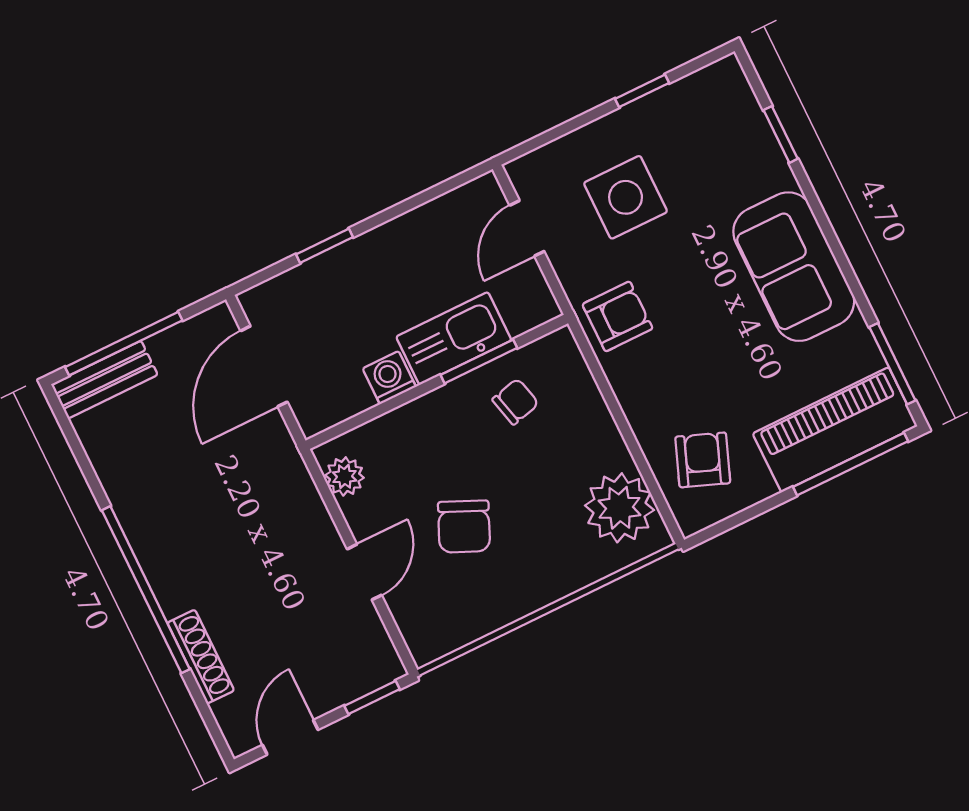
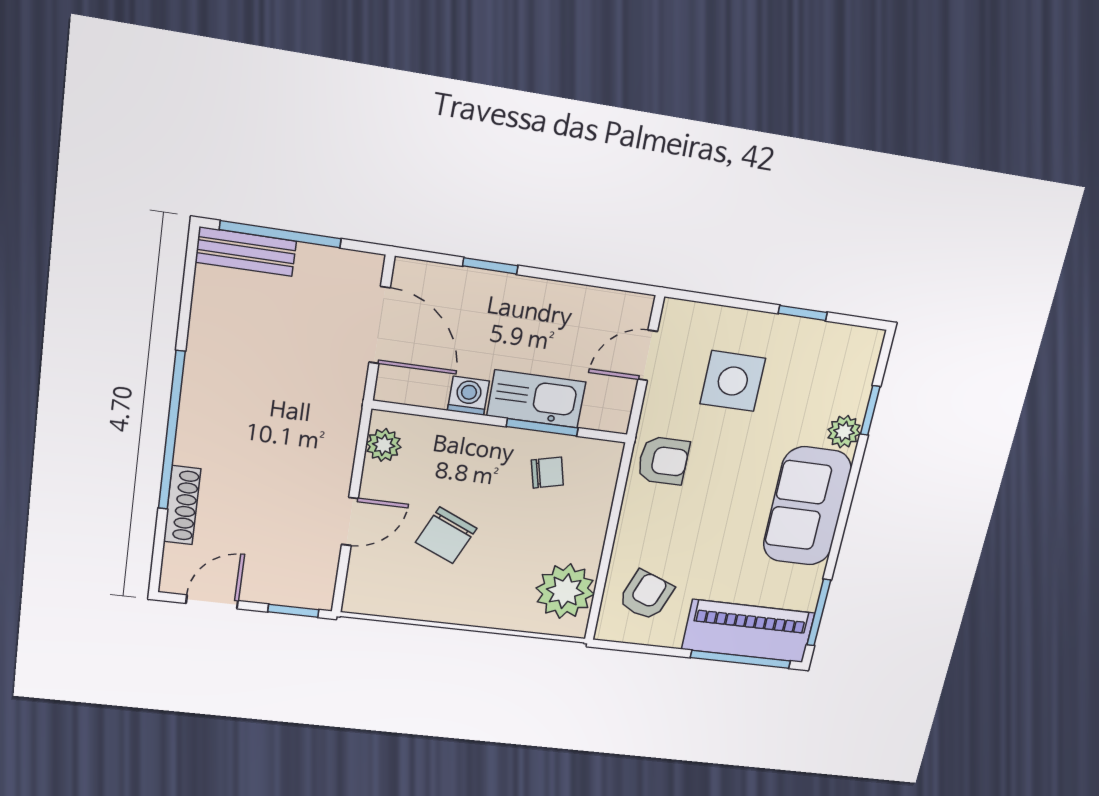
plant: (772, 171) -> (844, 432), added
door: (264, 366) -> (380, 325), swing flipped

